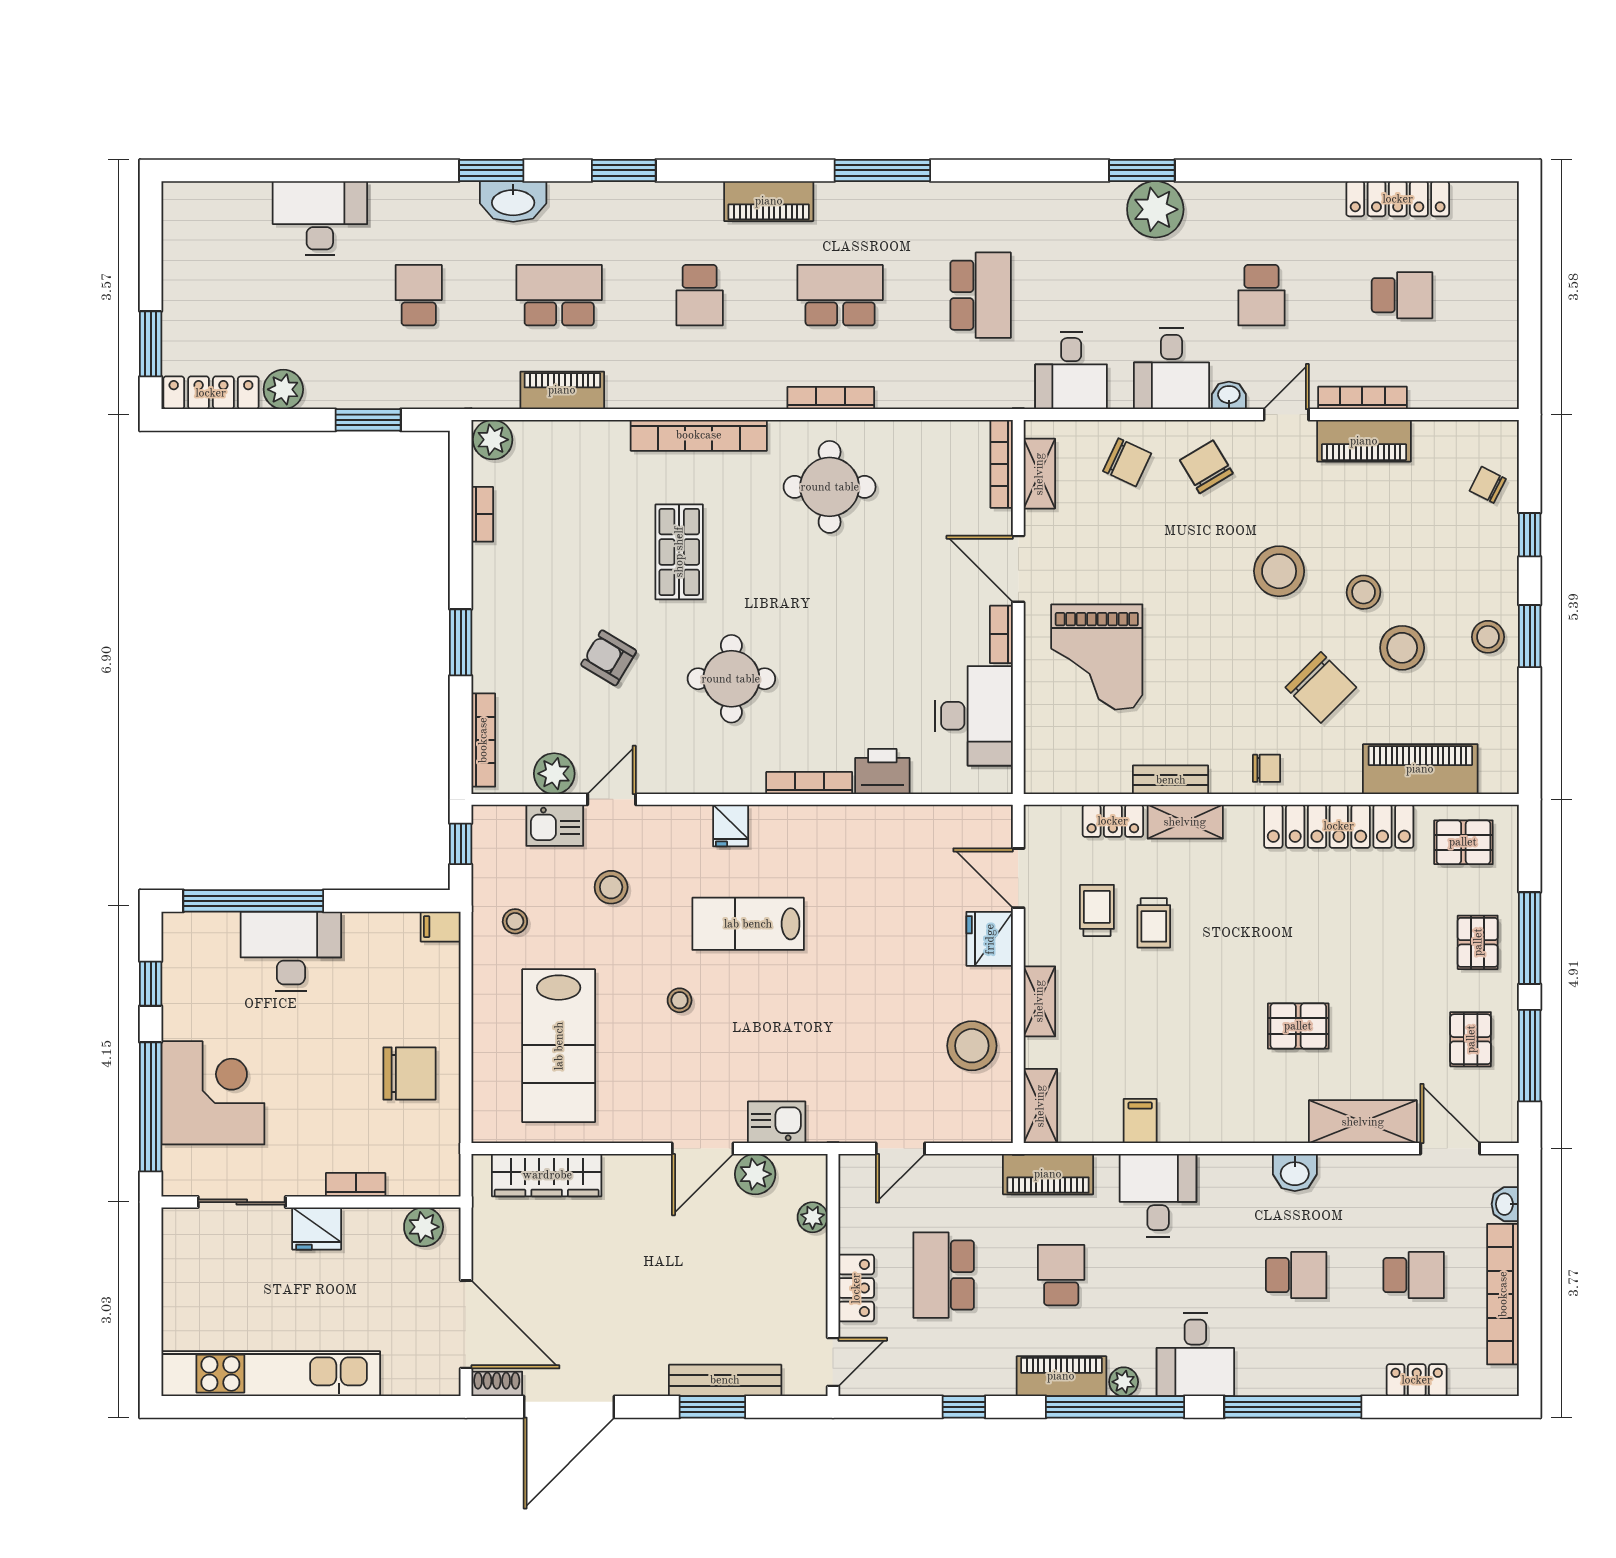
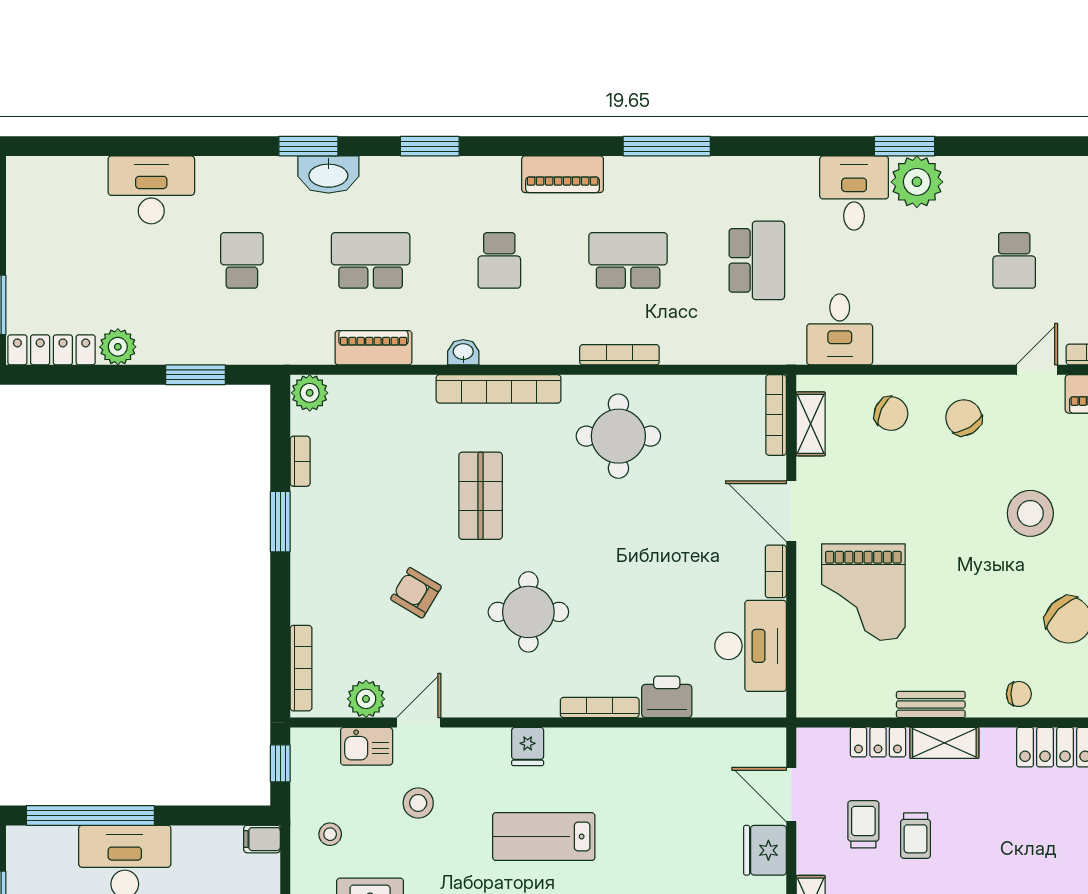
desk: (1172, 369) -> (854, 193), moved, turned 180
washbasin: (1229, 395) -> (463, 352), moved
window: (461, 642) -> (280, 522), moved

